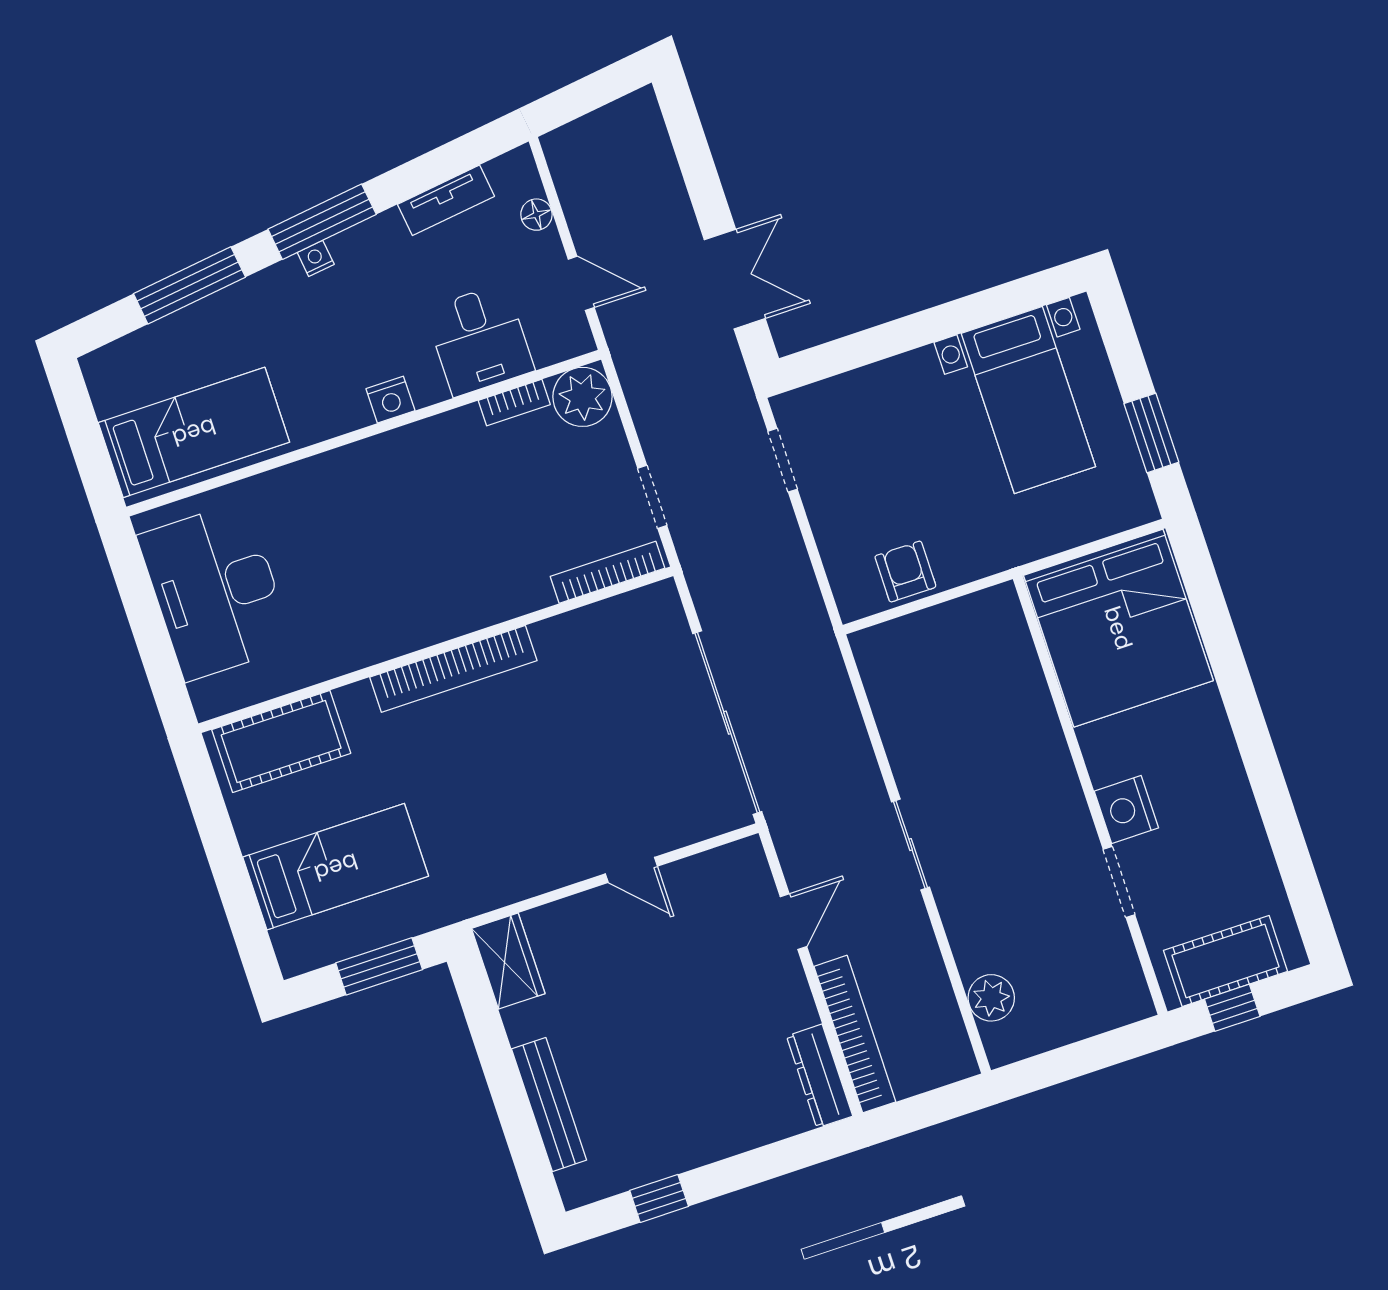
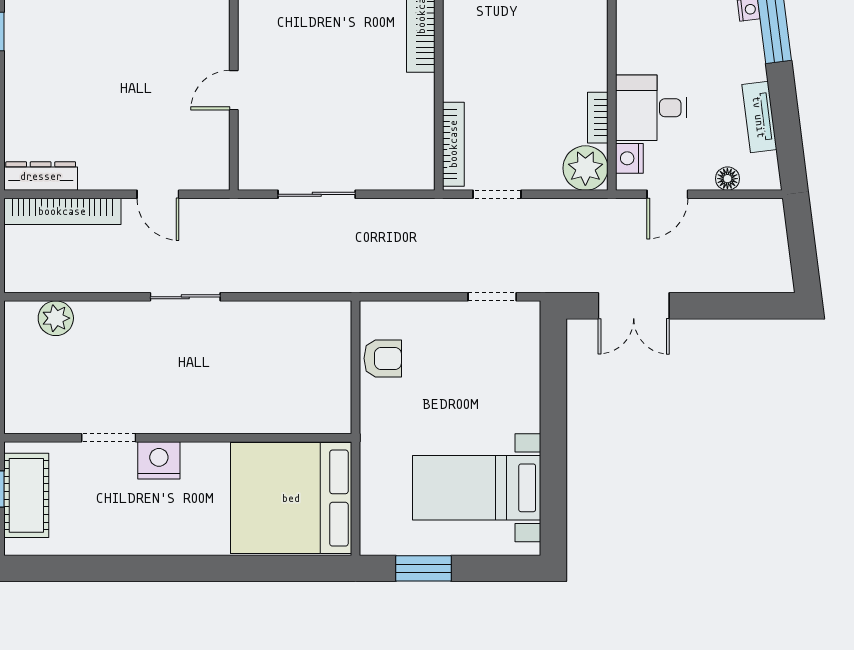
nightstand: (390, 400) -> (629, 158), moved
sliding door: (727, 723) -> (317, 194), width x0.54

